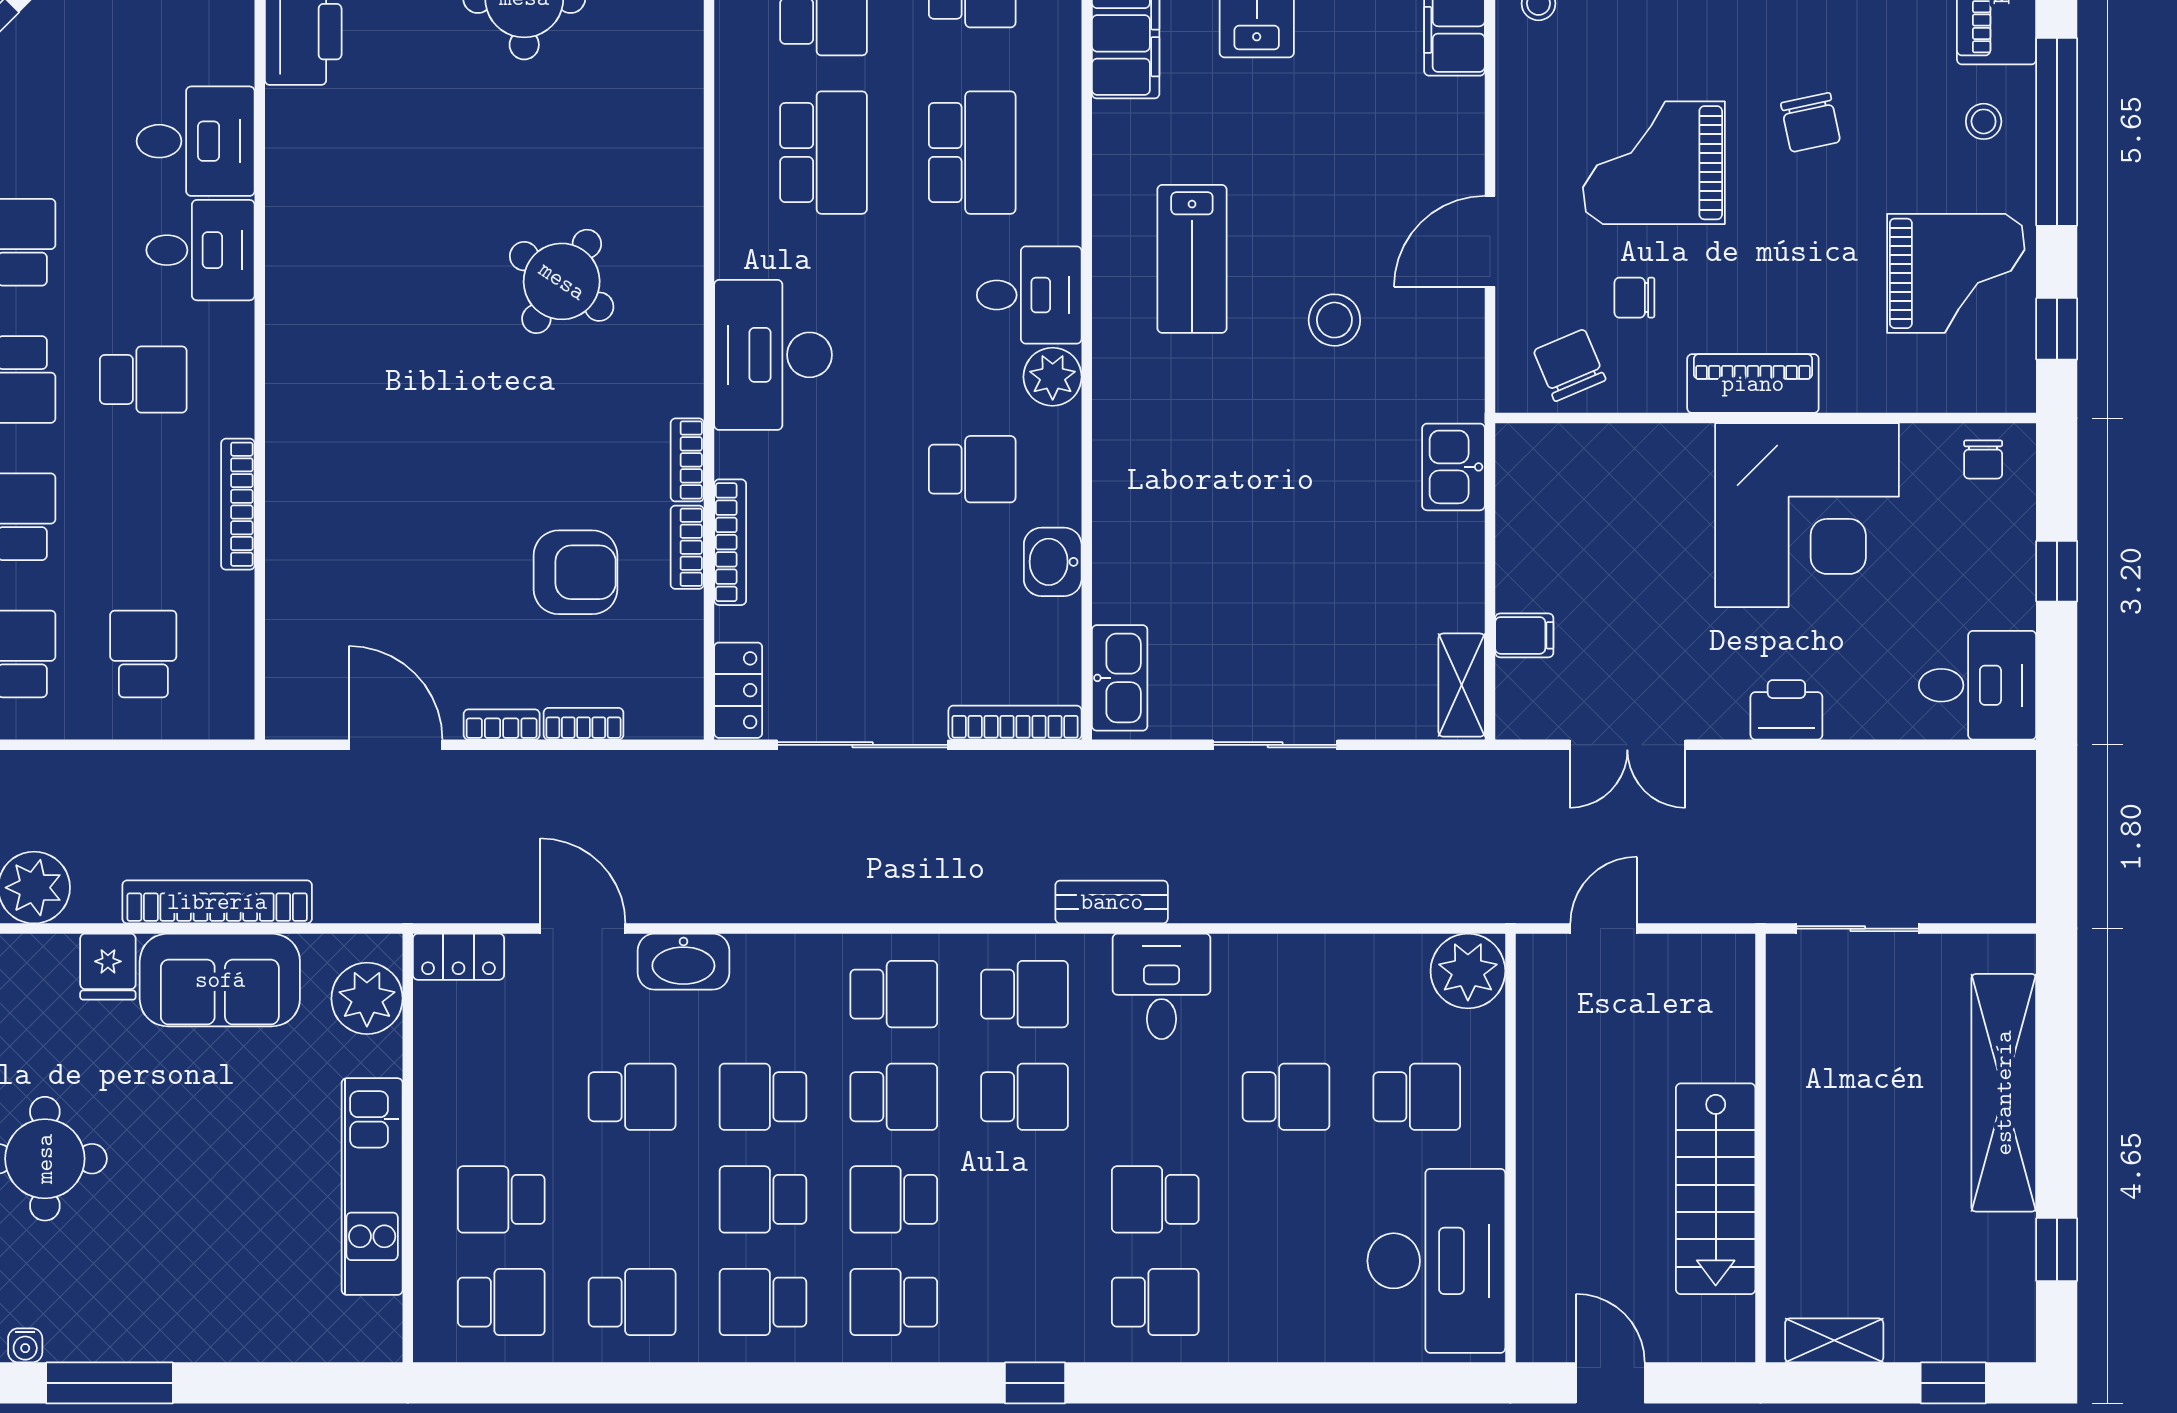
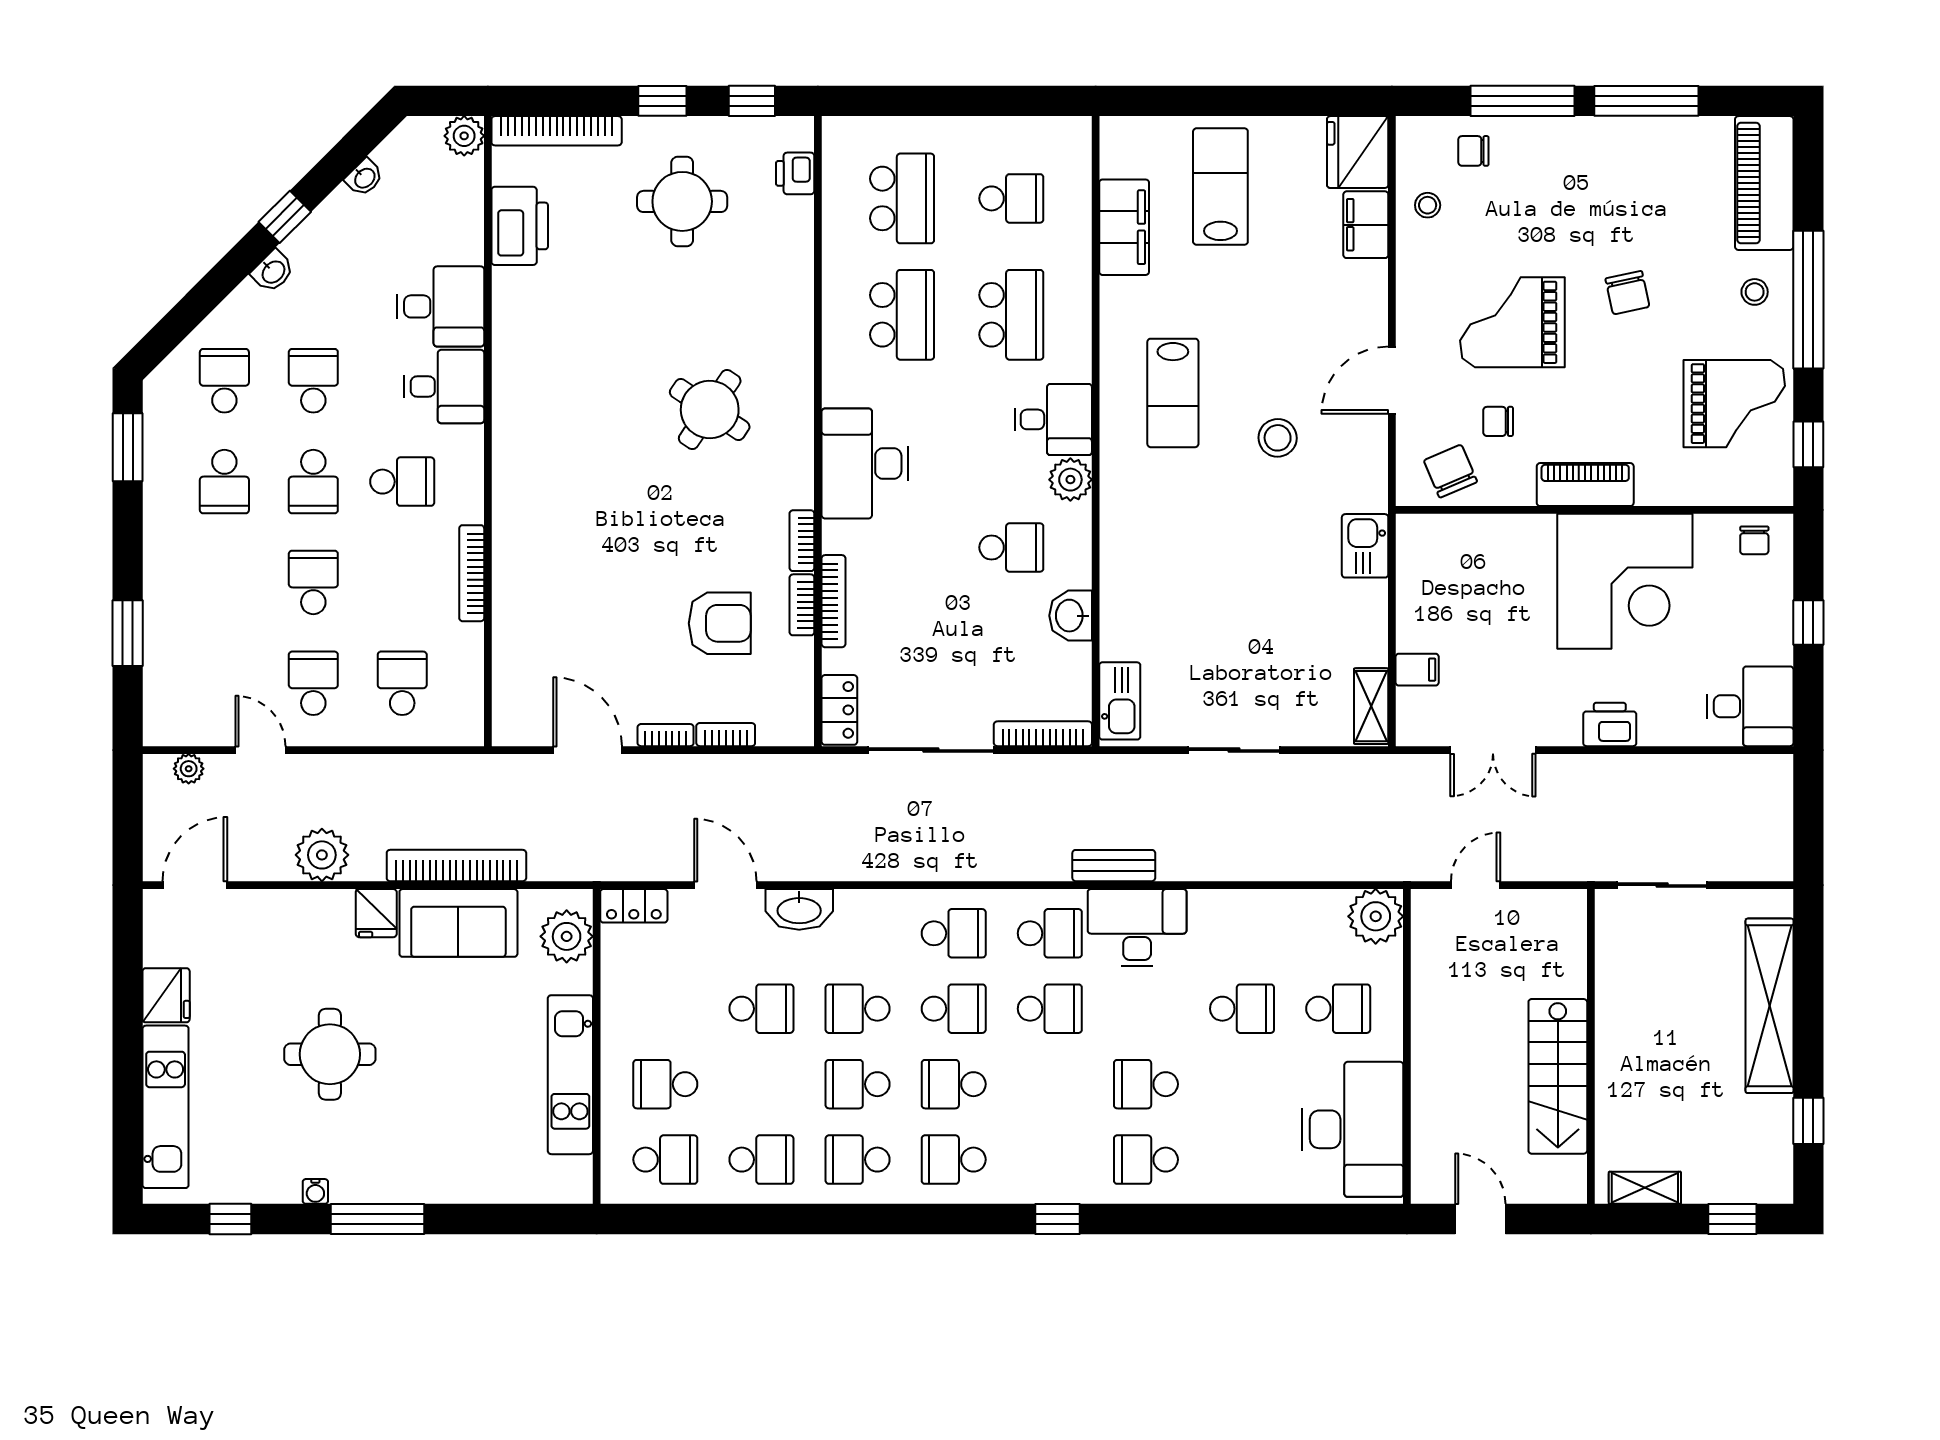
desk: (1161, 986) -> (1137, 928), width x1.37
school desk: (1155, 1302) -> (1146, 1160), turned 180

